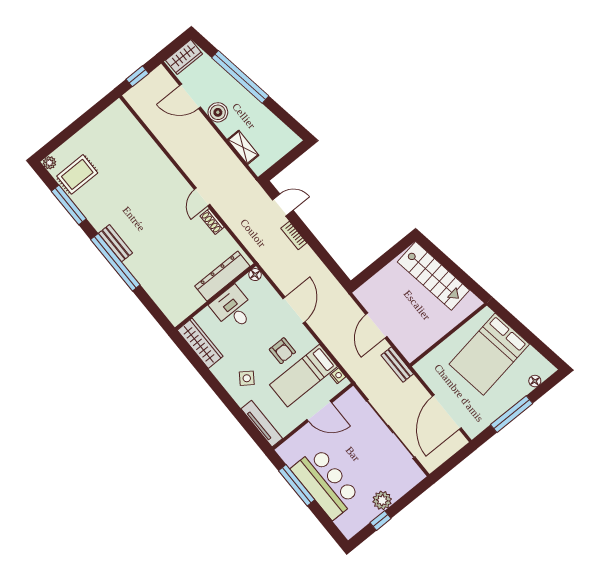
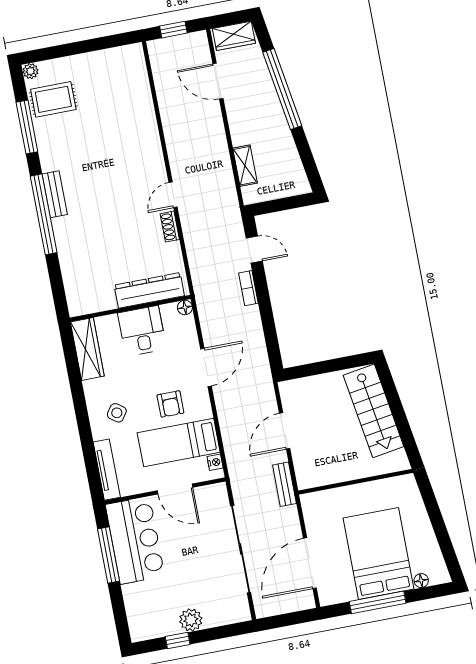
boiler: (218, 112) -> (238, 114), removed
bed: (489, 354) -> (379, 553), moved, turned 99
bar counter: (326, 483) -> (135, 540), moved

